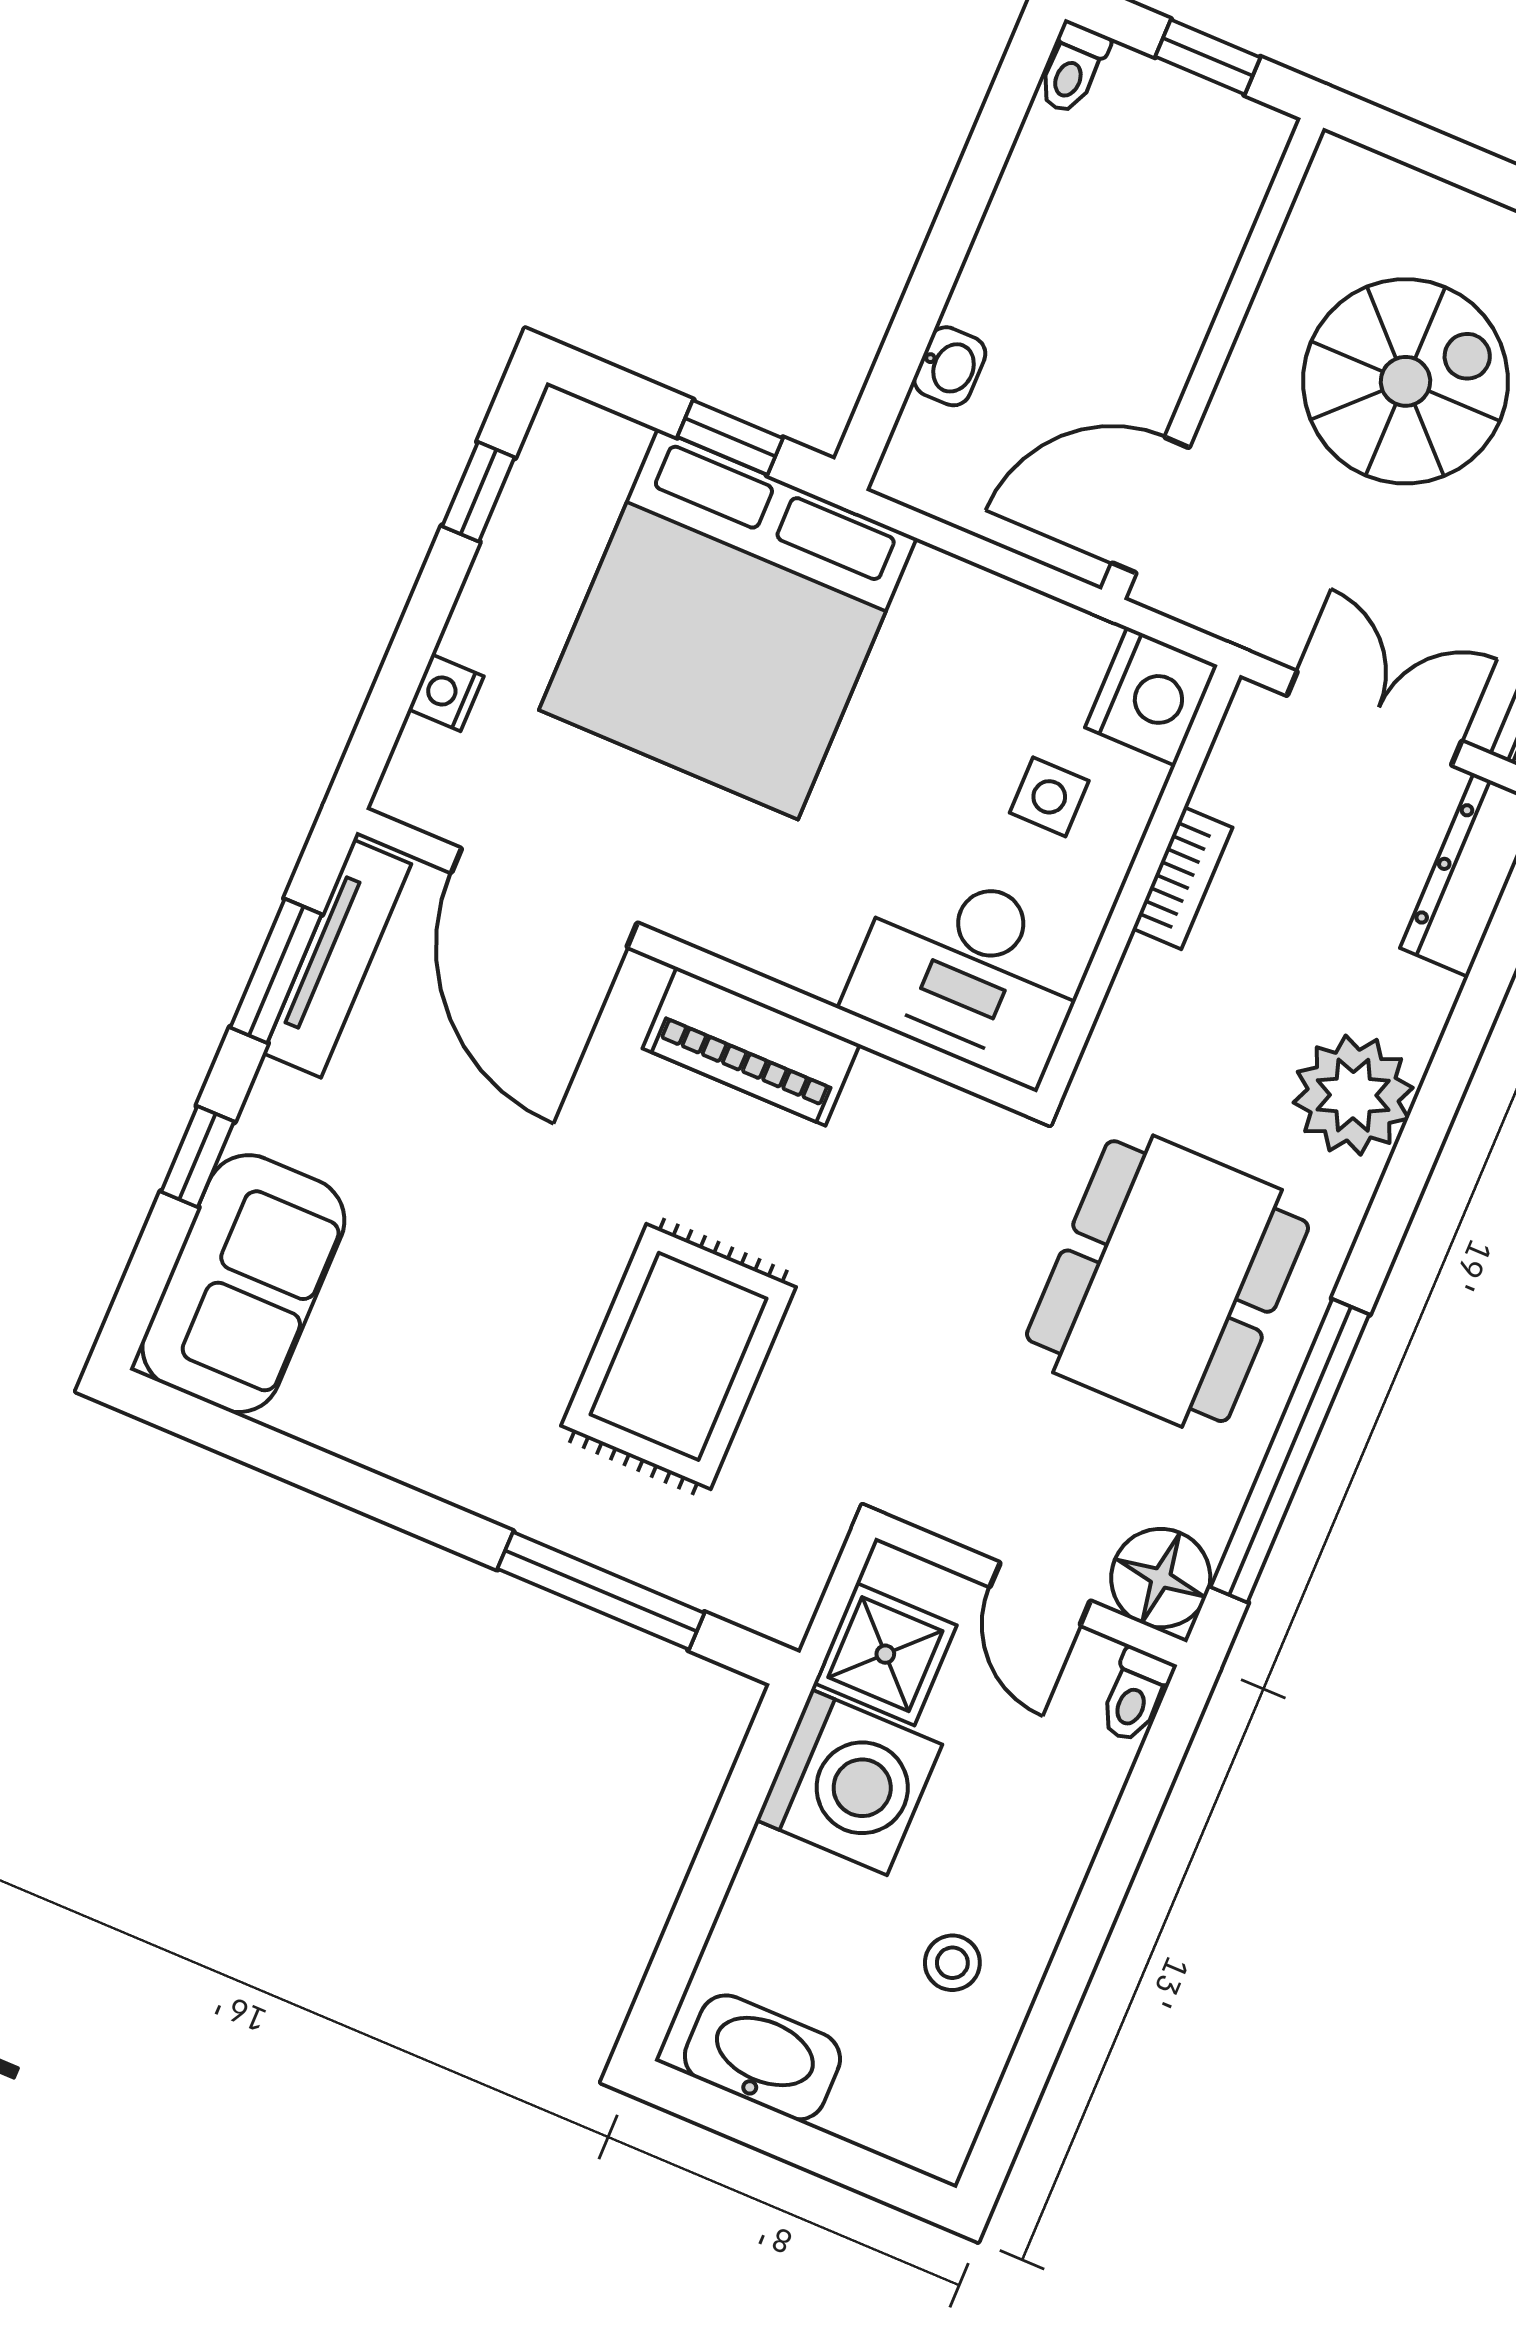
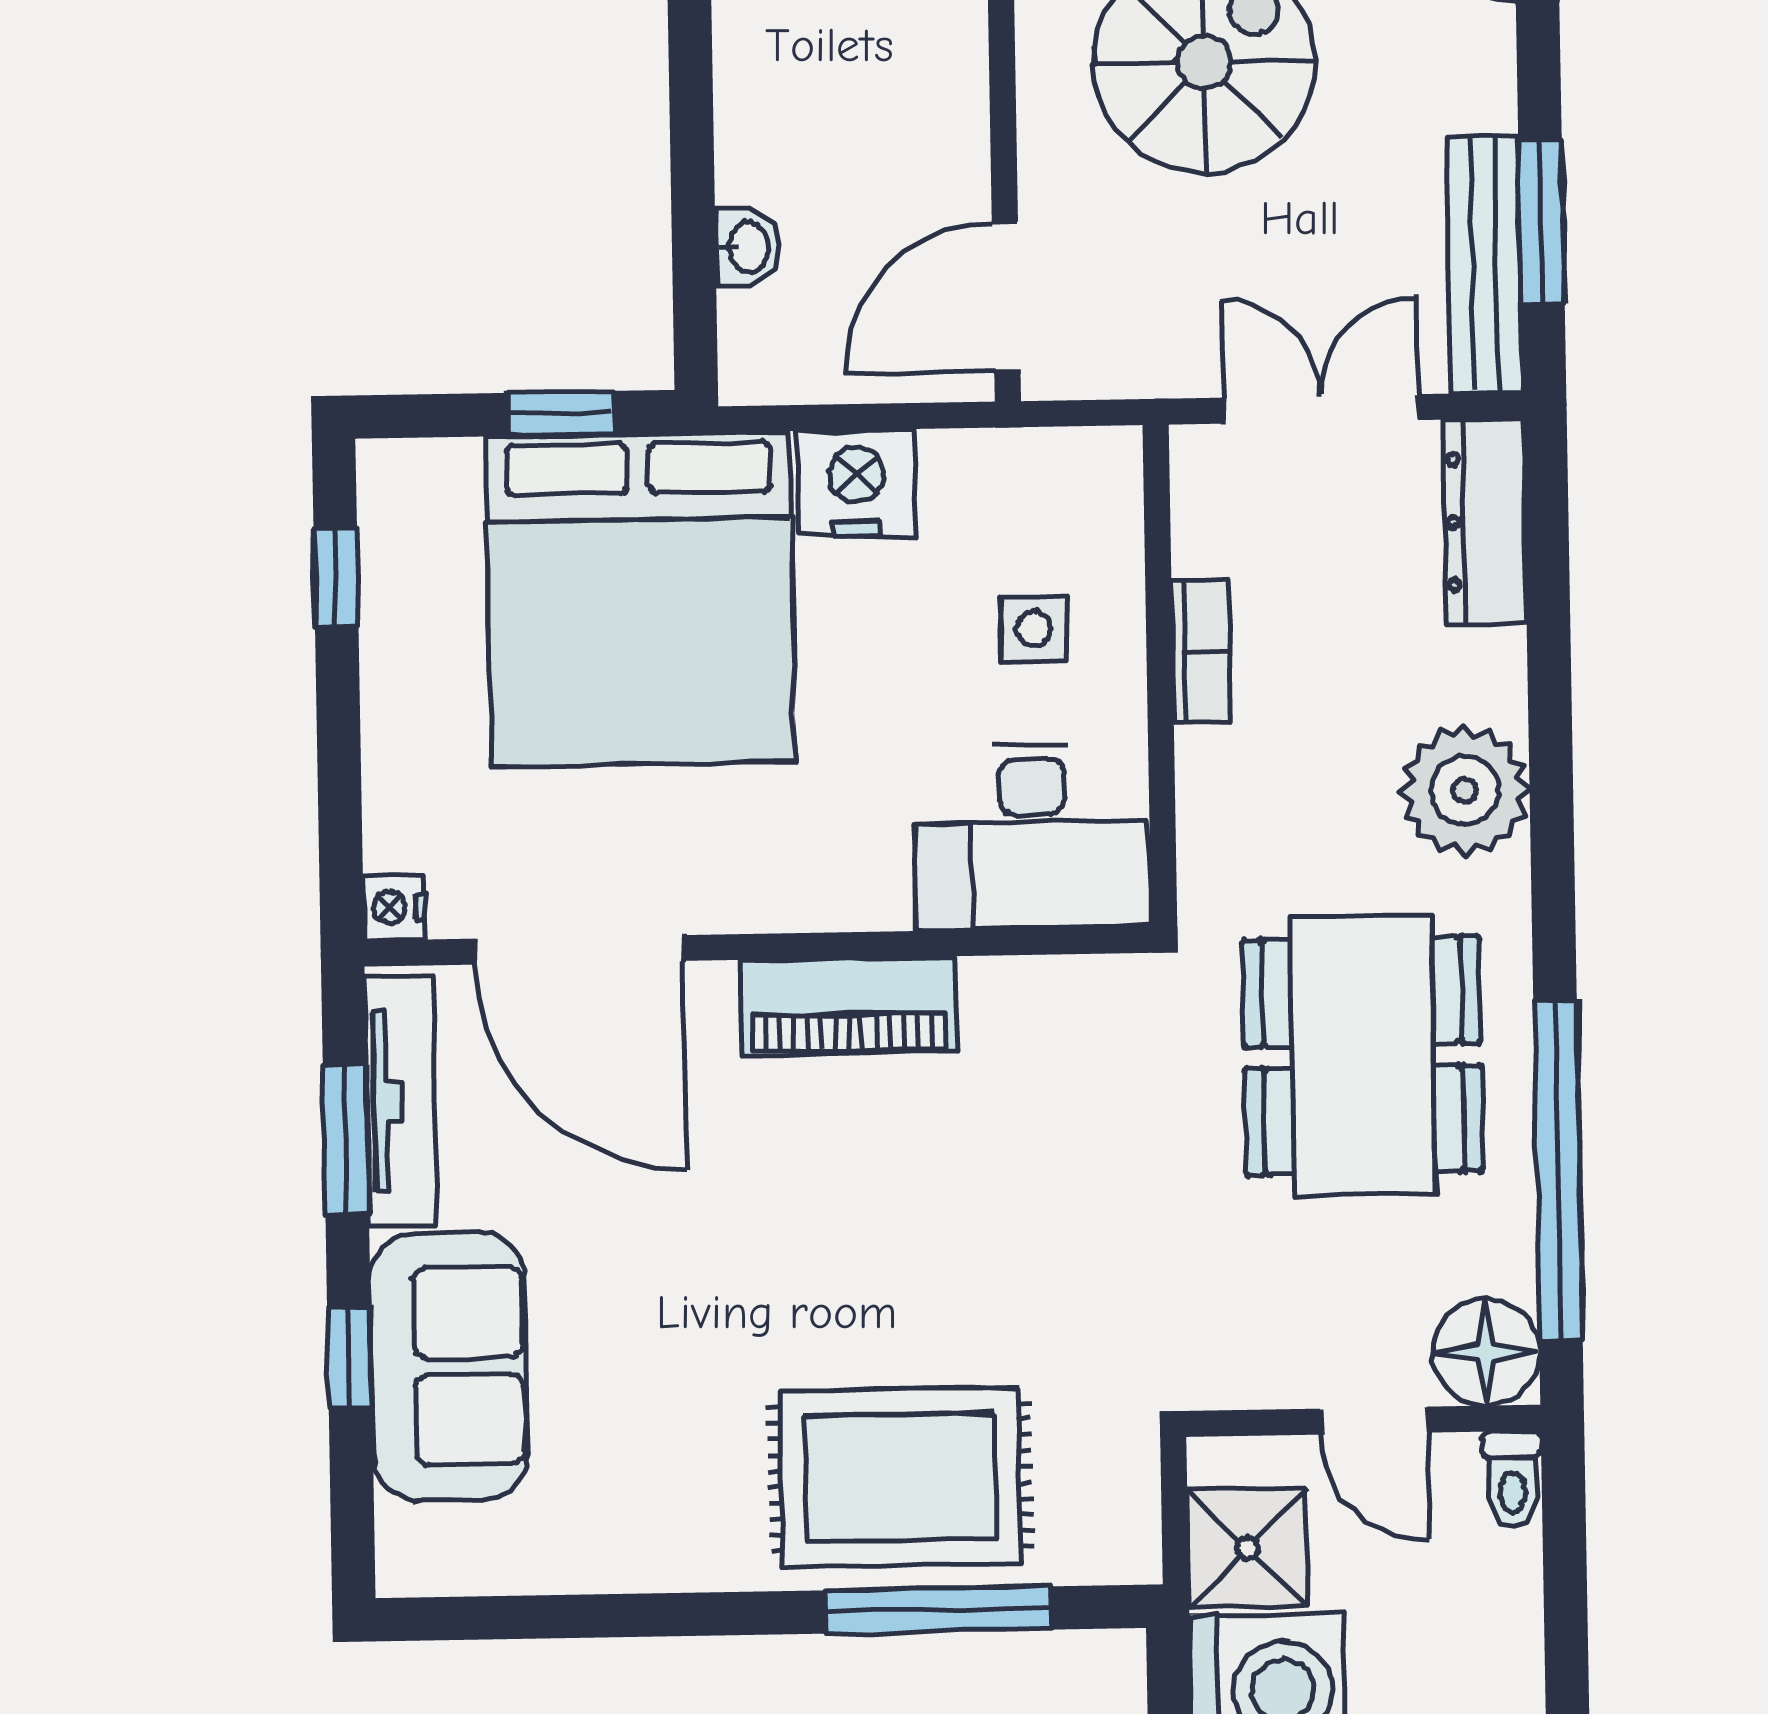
nightstand: (446, 693) -> (394, 908), moved
nightstand: (1151, 696) -> (856, 483), moved, turned -90
sofa: (243, 1284) -> (449, 1366), moved
rug: (679, 1356) -> (901, 1477), moved, turned 90

